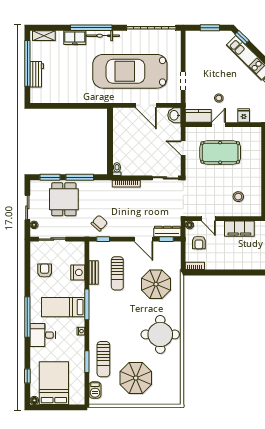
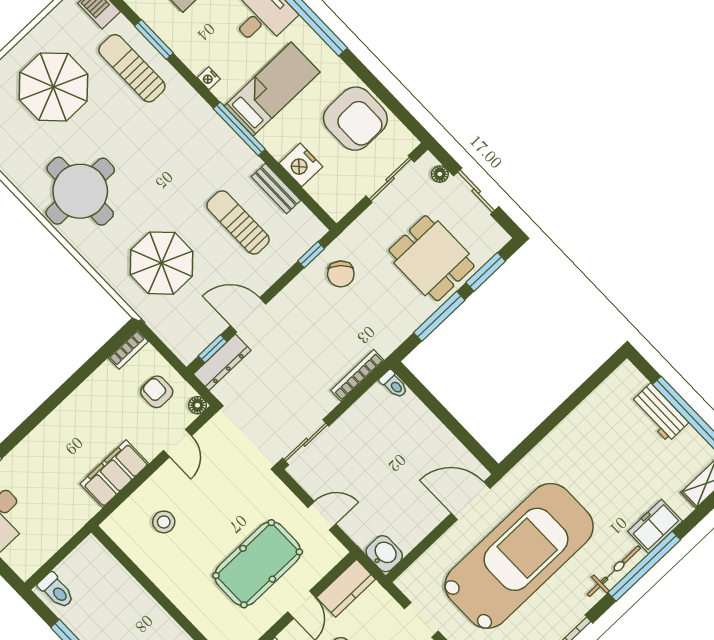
door: (146, 105) -> (471, 501), moved
door: (208, 219) -> (177, 443), swing flipped
armchair: (45, 271) -> (355, 119), width x1.88, depth x1.88

